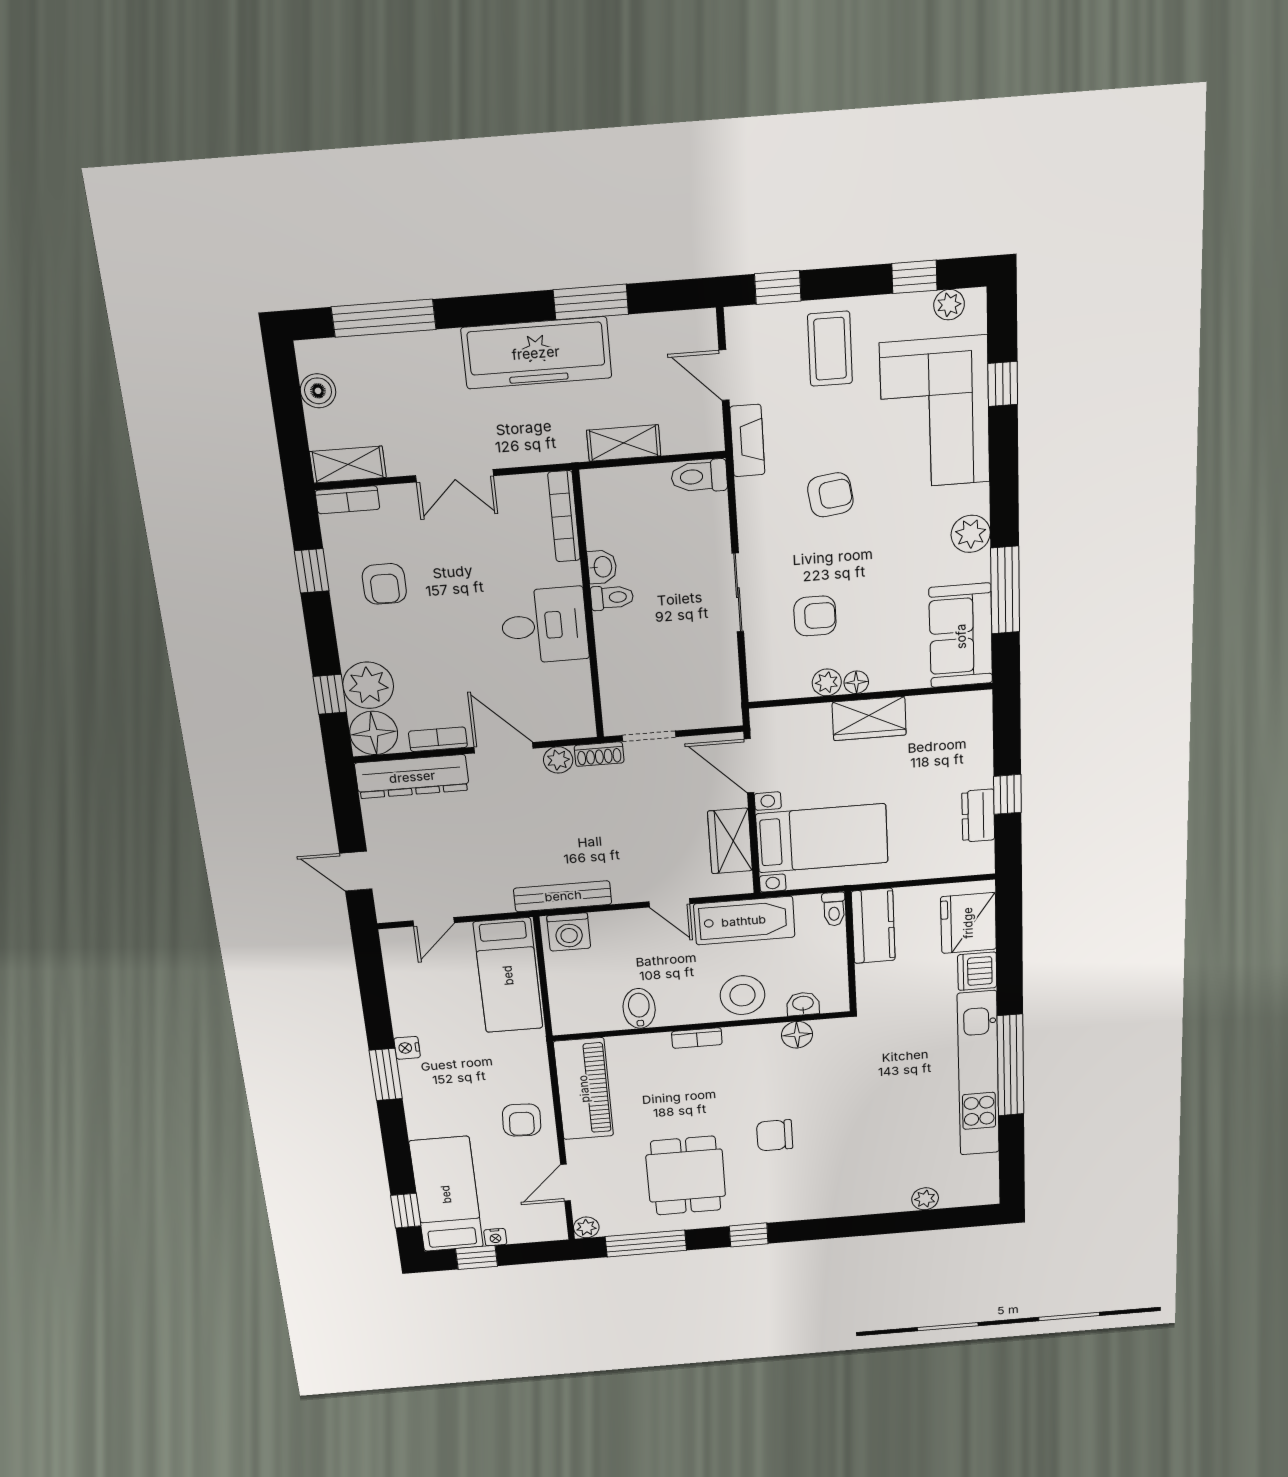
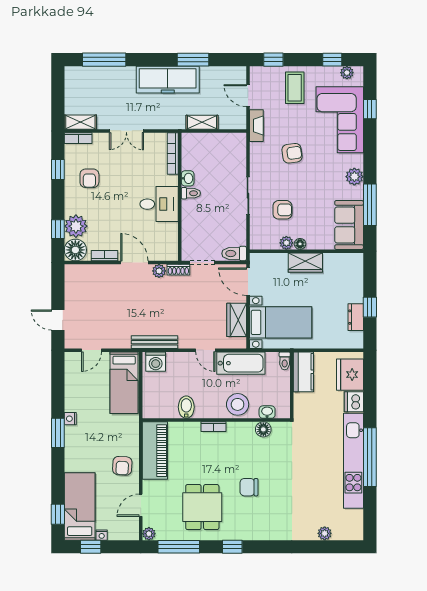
boiler: (318, 391) -> (72, 89), removed
toilet: (699, 476) -> (234, 253), moved
dresser: (412, 777) -> (90, 273), removed

